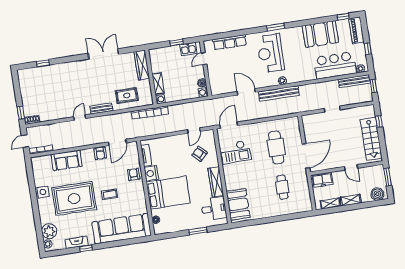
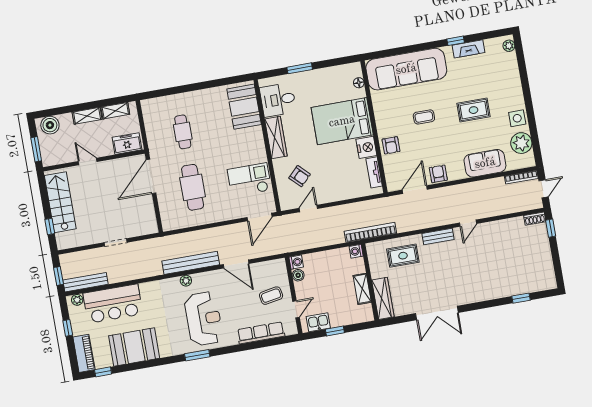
coffee table: (222, 69) -> (271, 296), added
shelving: (158, 84) -> (362, 289), moved
rug: (74, 199) -> (474, 110), width x0.54, depth x0.49
plant: (49, 231) -> (521, 143), moved

